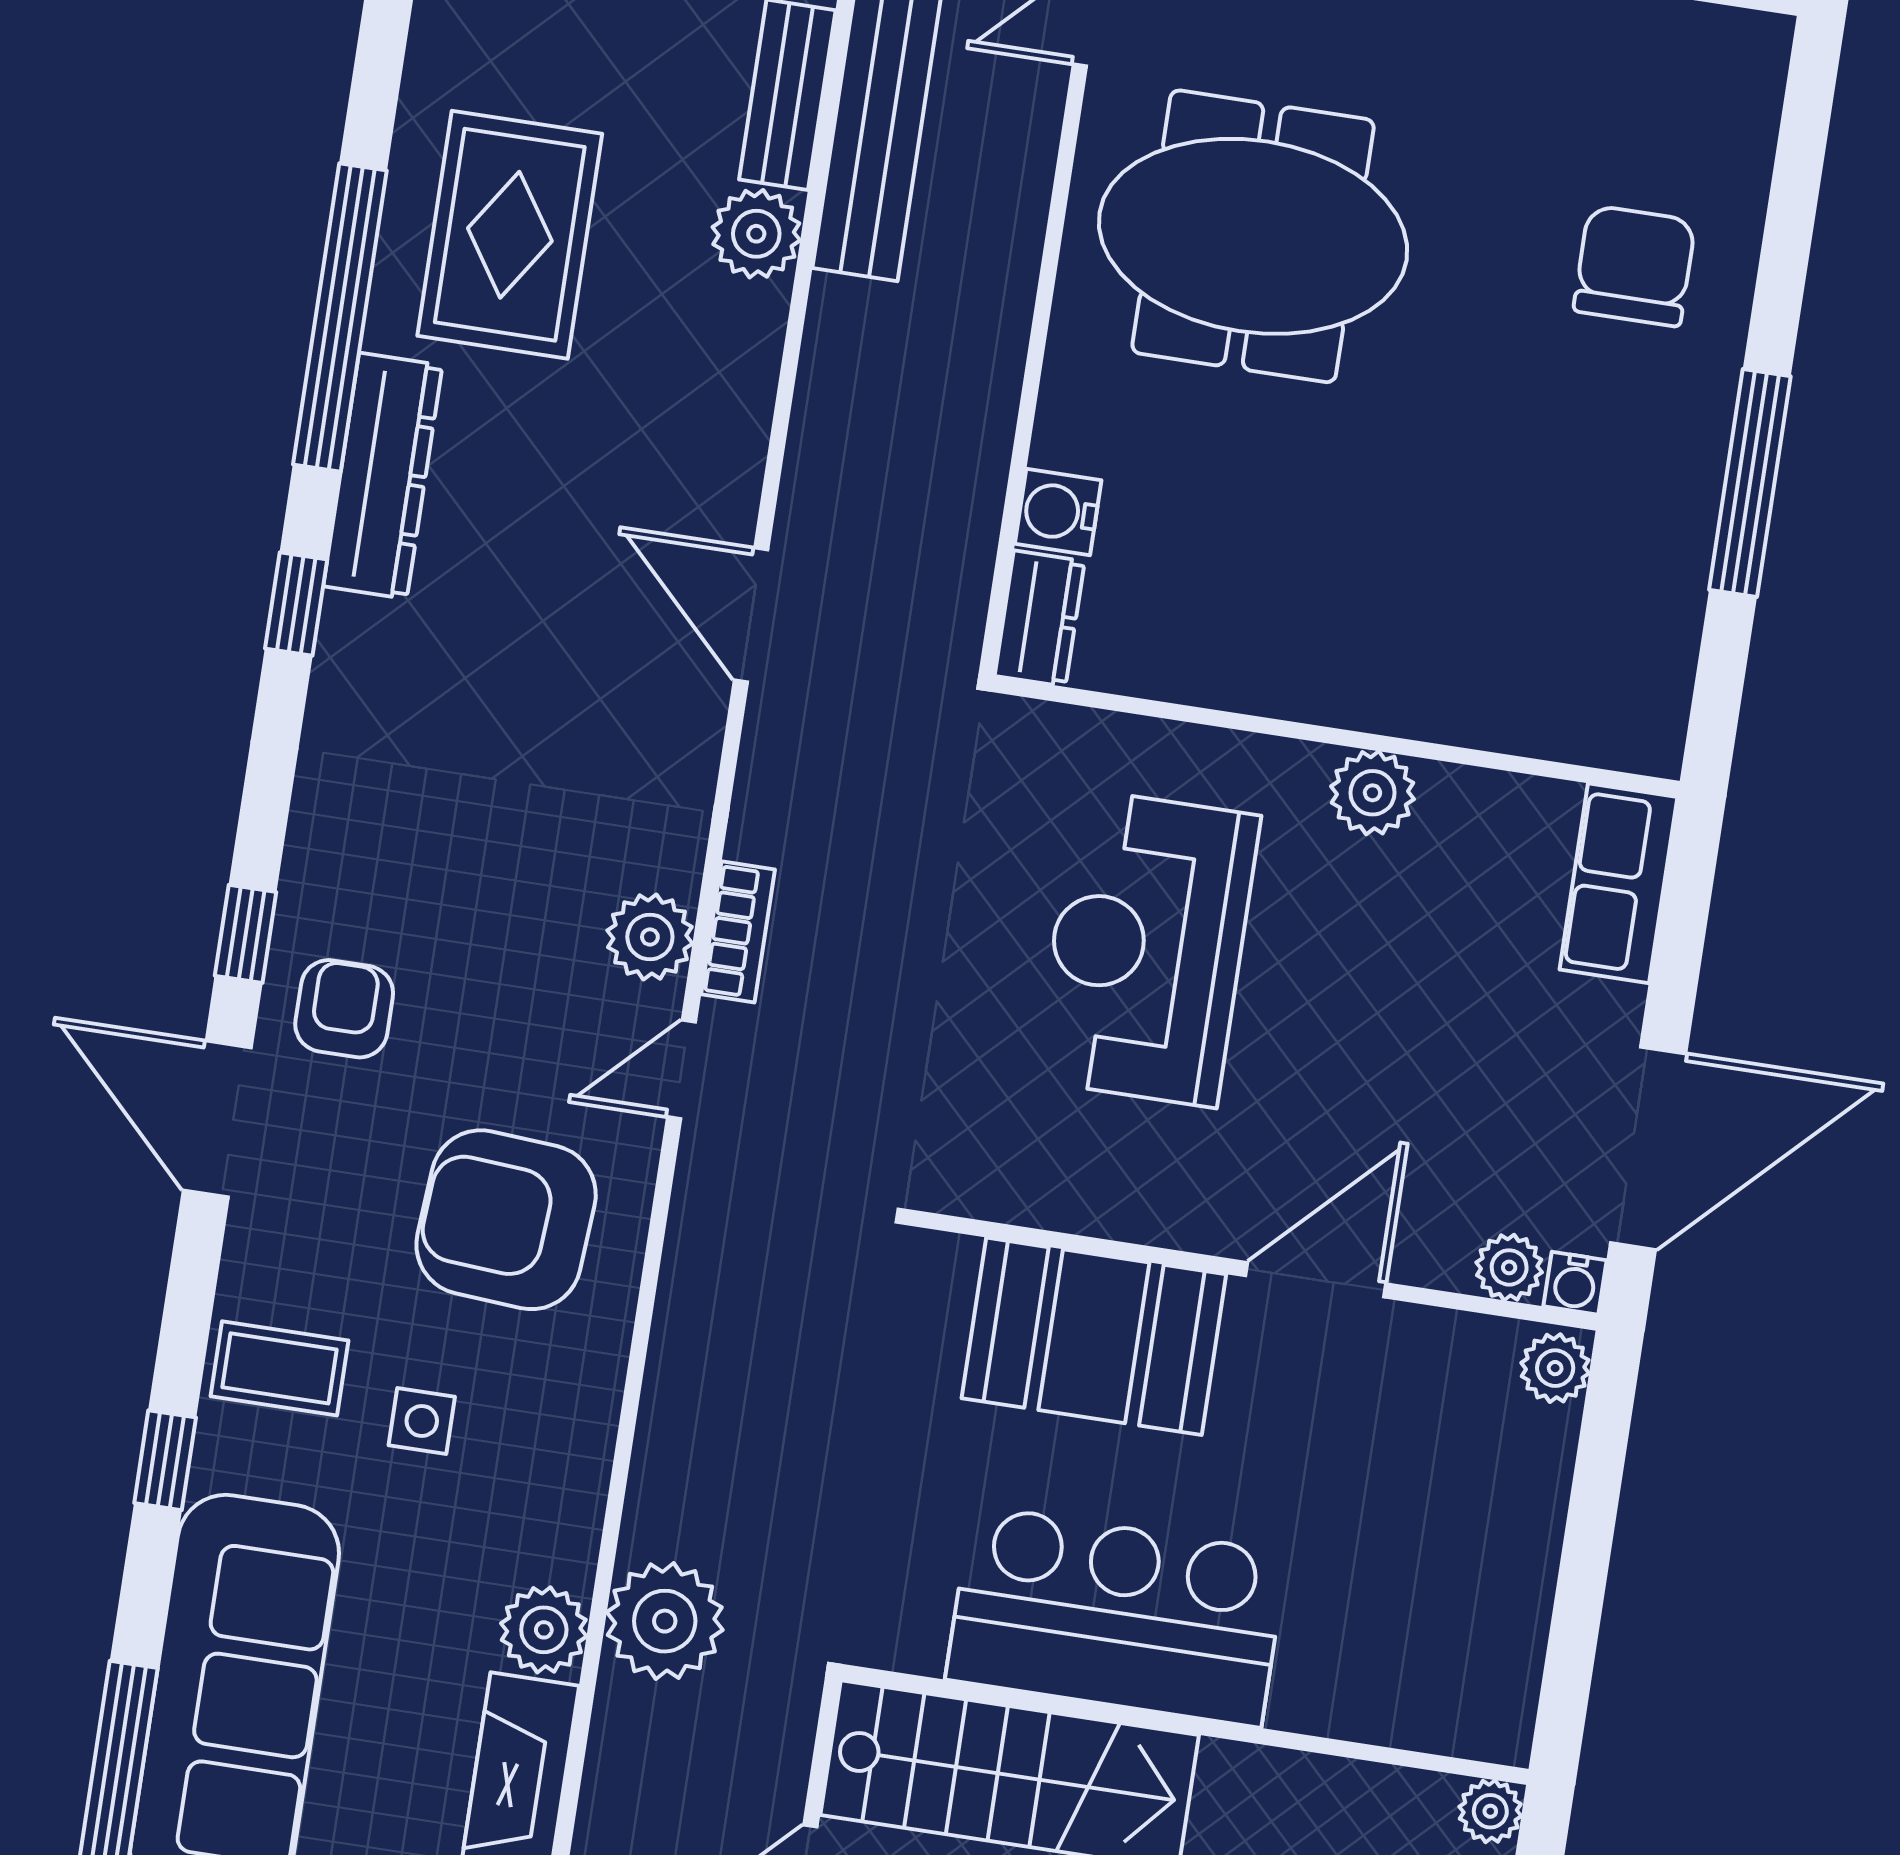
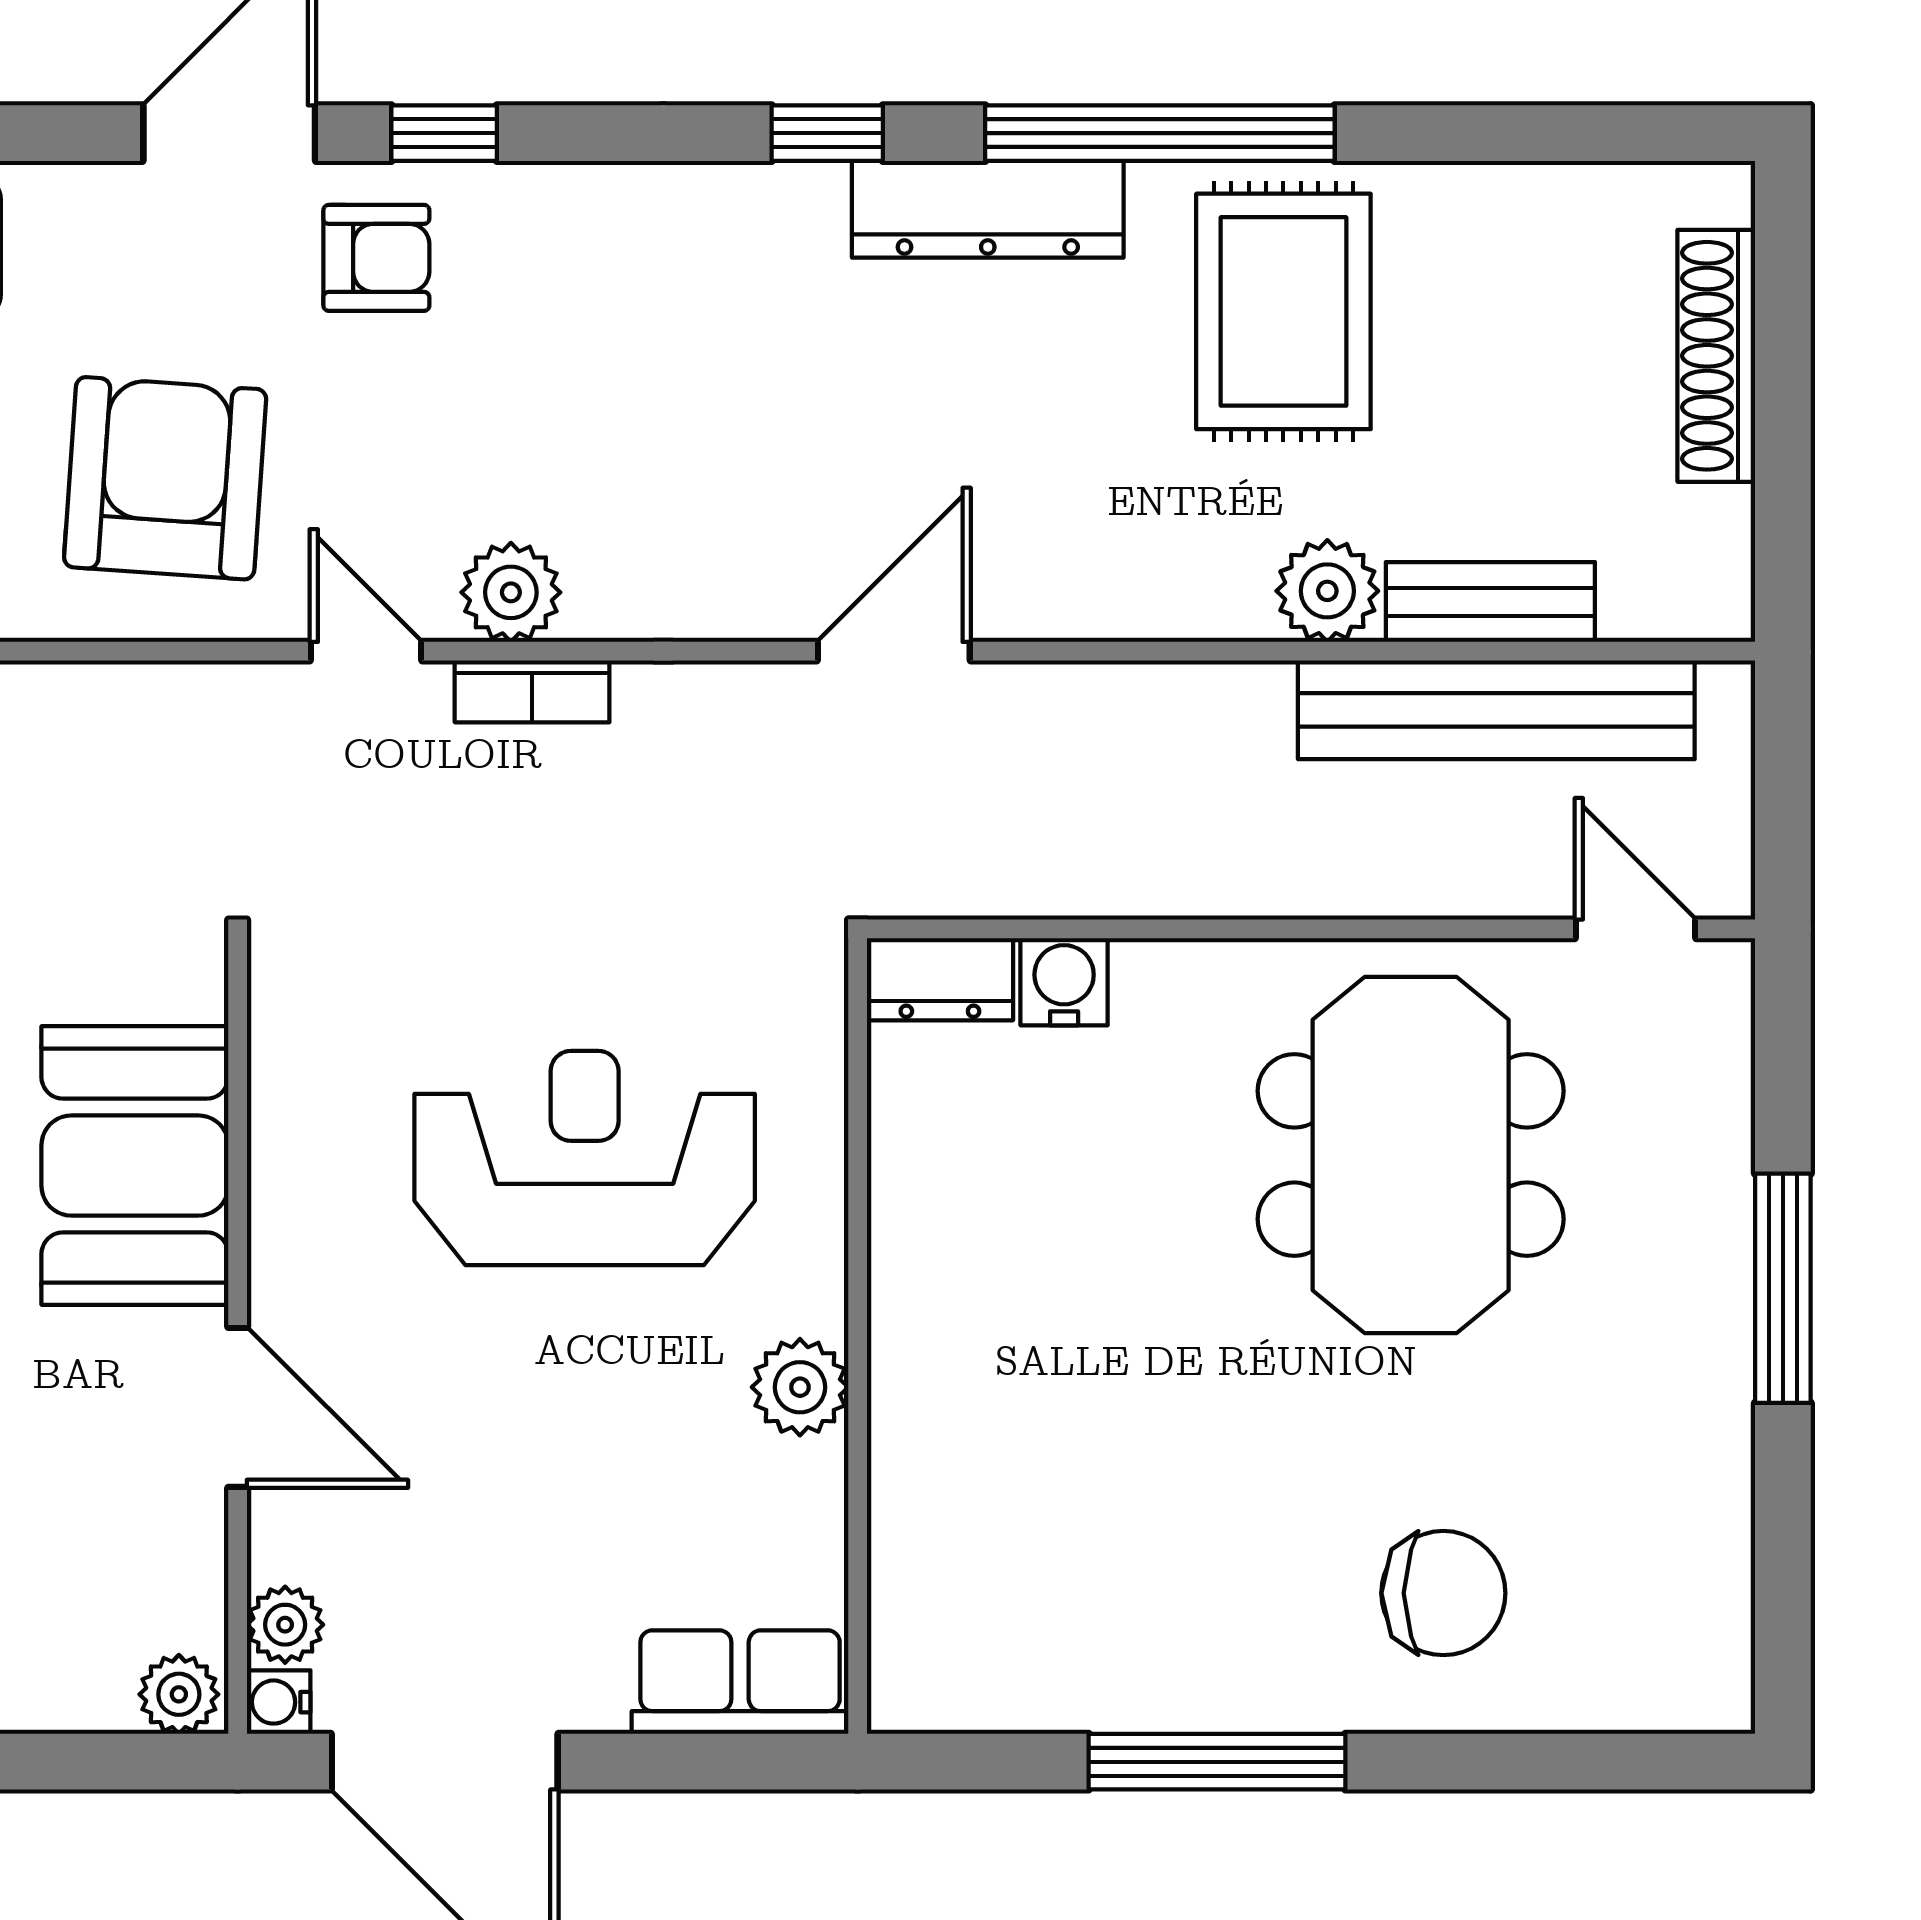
rug: (510, 235) -> (1283, 311), turned 90

